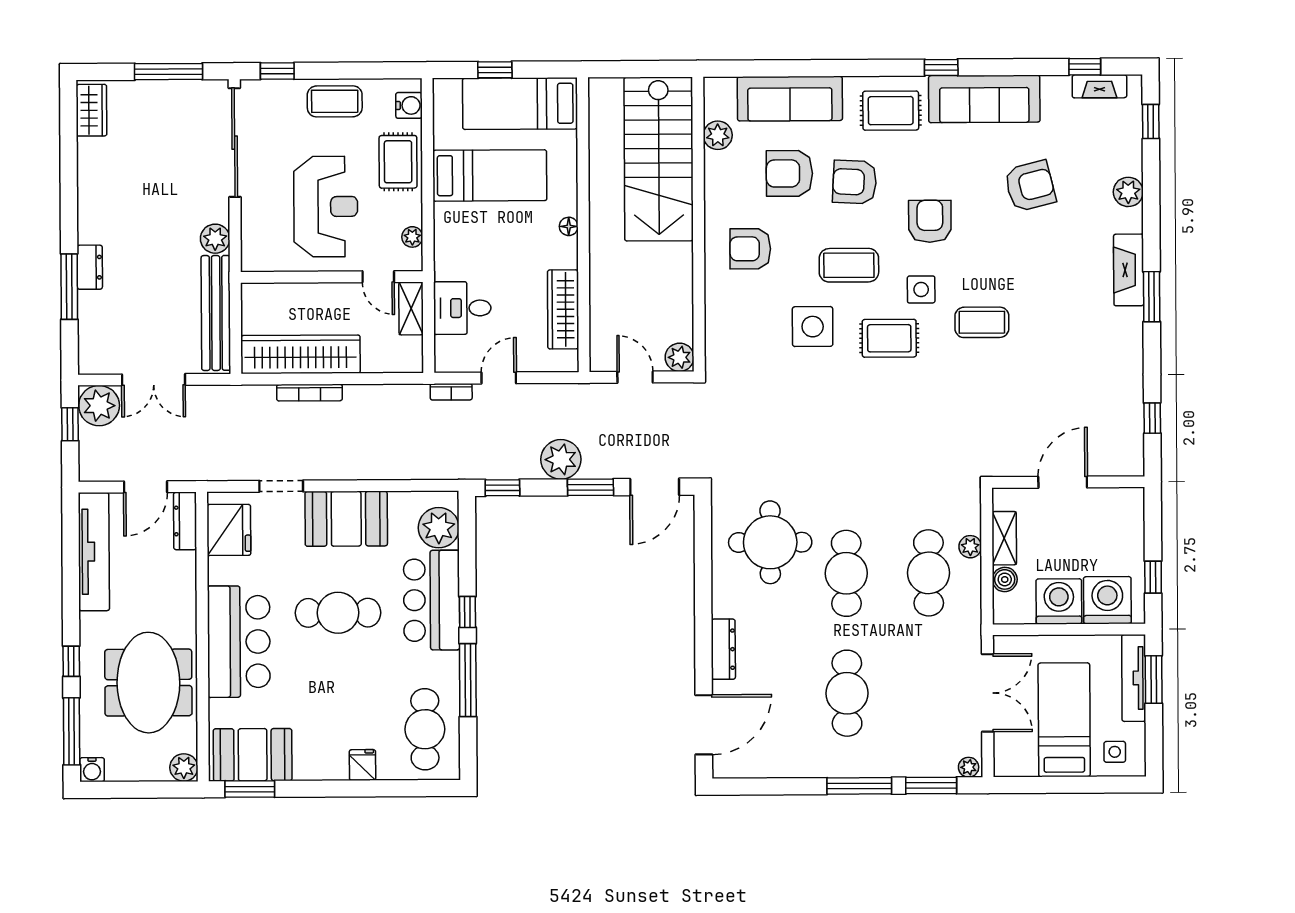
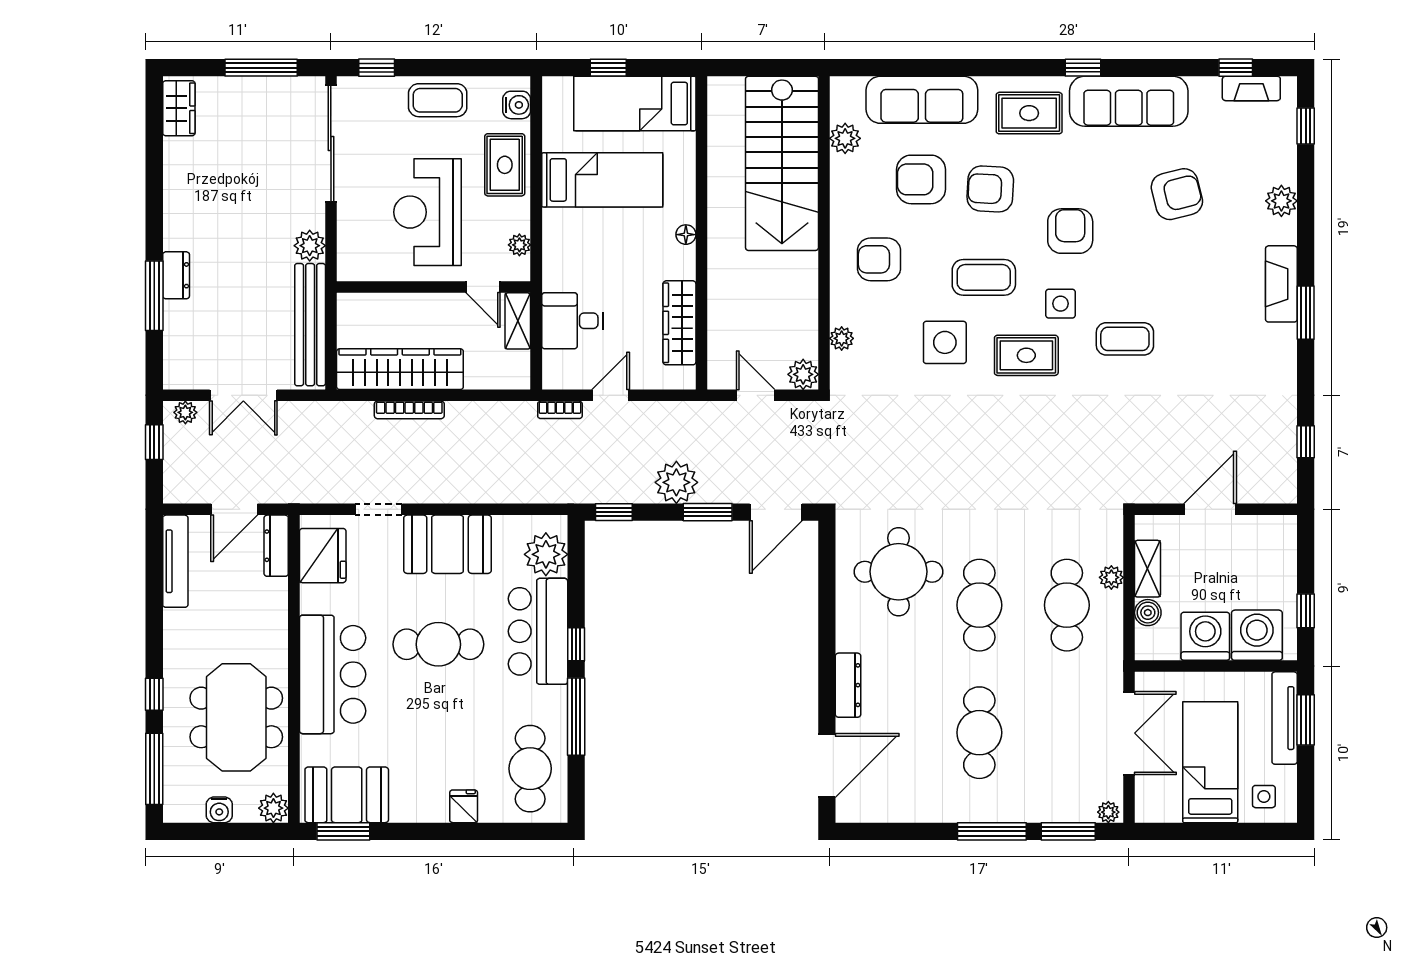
reception desk: (326, 207) -> (428, 212), turned 180
plant: (716, 323) -> (842, 338), added
plant: (99, 406) -> (185, 412), width x0.53, depth x0.53
tv unit: (94, 552) -> (175, 561), width x0.73, depth x0.78
water cooler: (92, 770) -> (219, 810), moved

